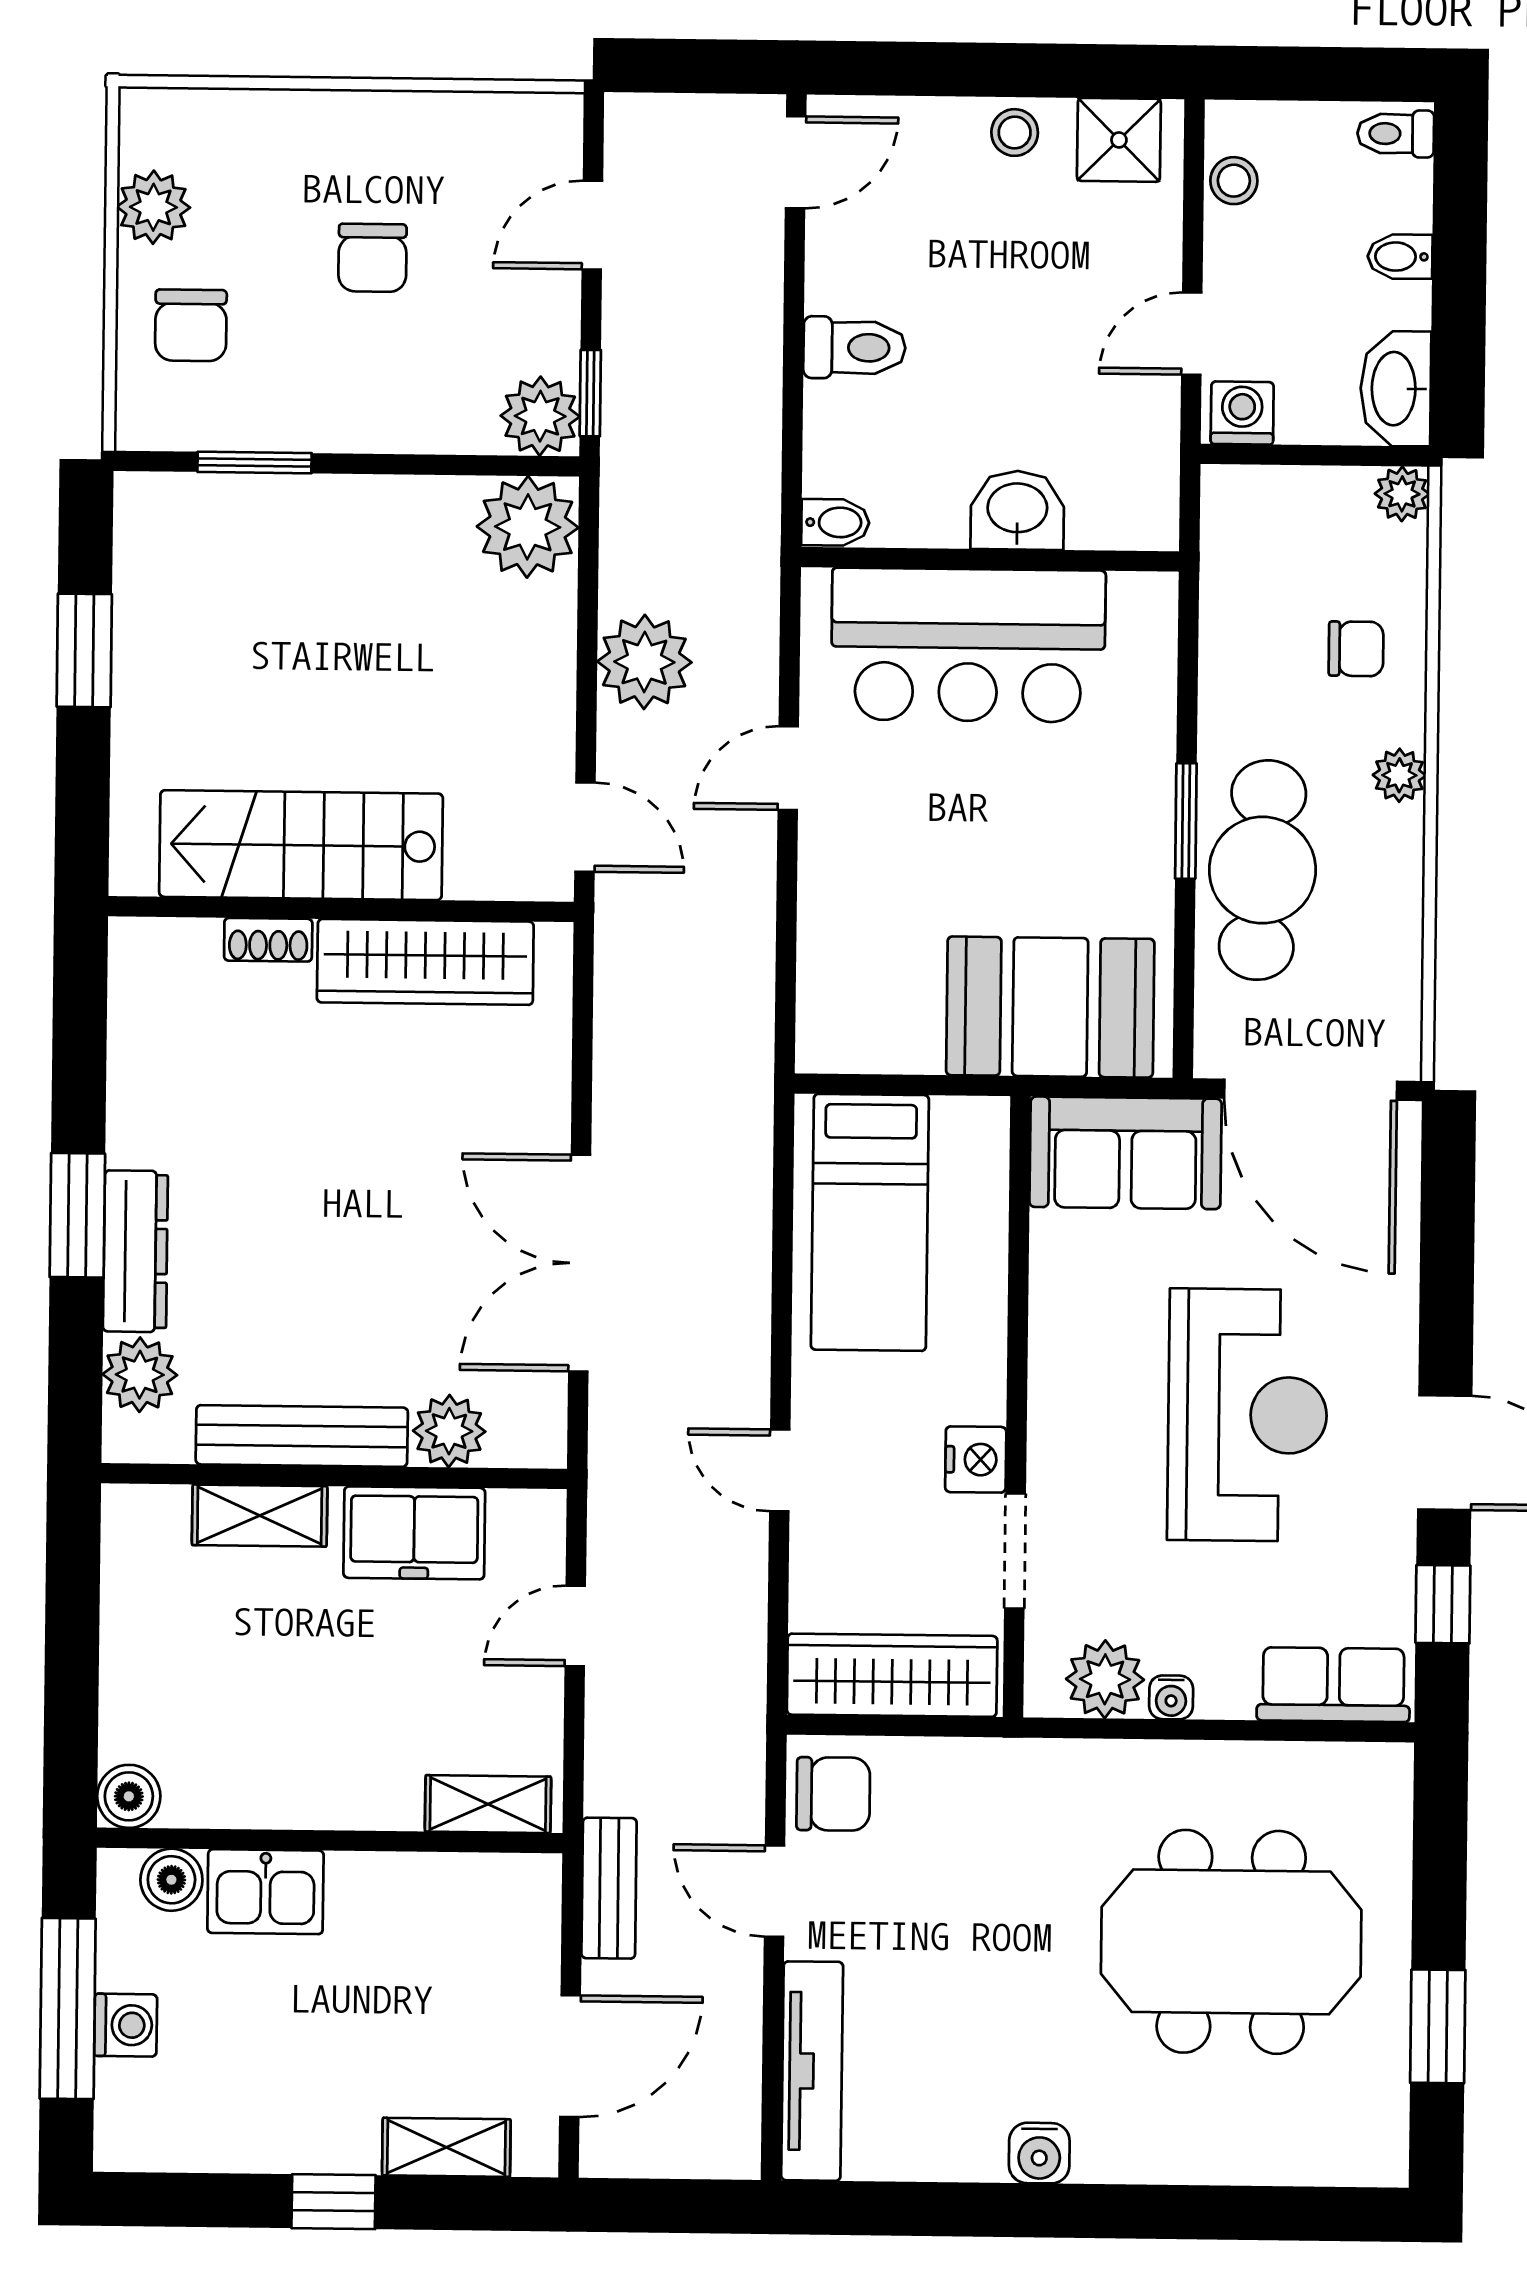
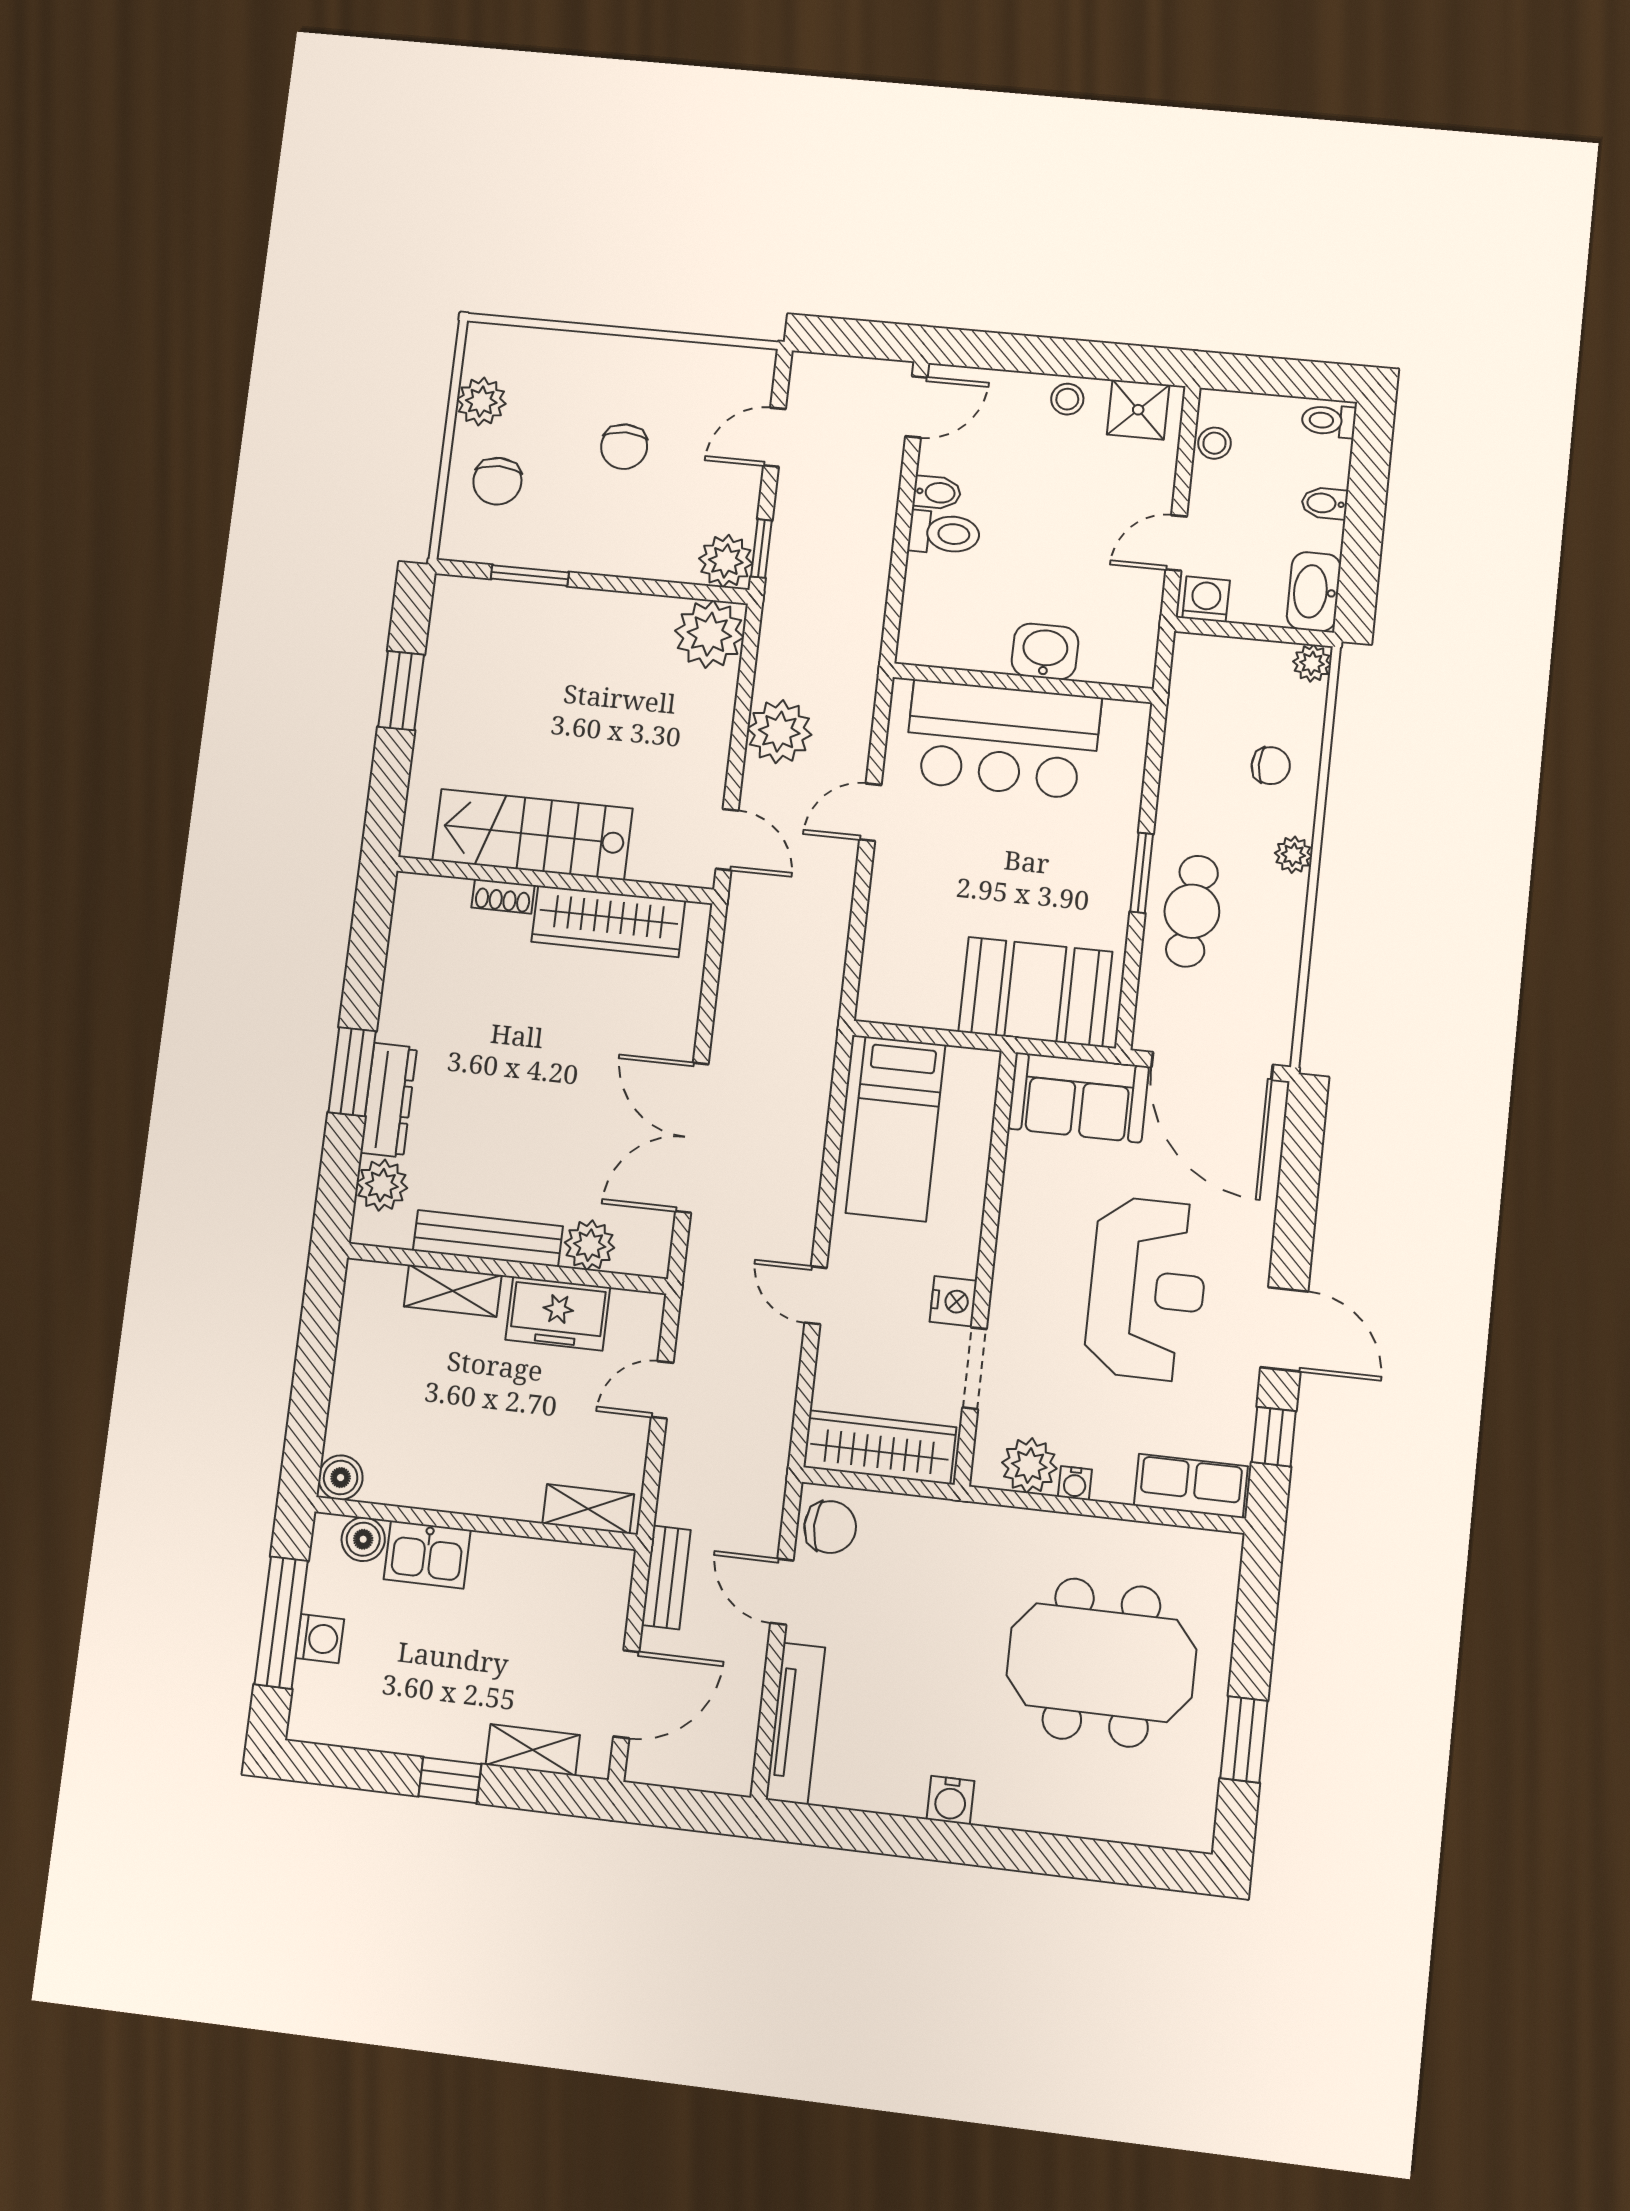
bidet: (835, 522) -> (937, 493), moved
cafe table: (1262, 870) -> (1192, 911), width x0.73, depth x0.74

